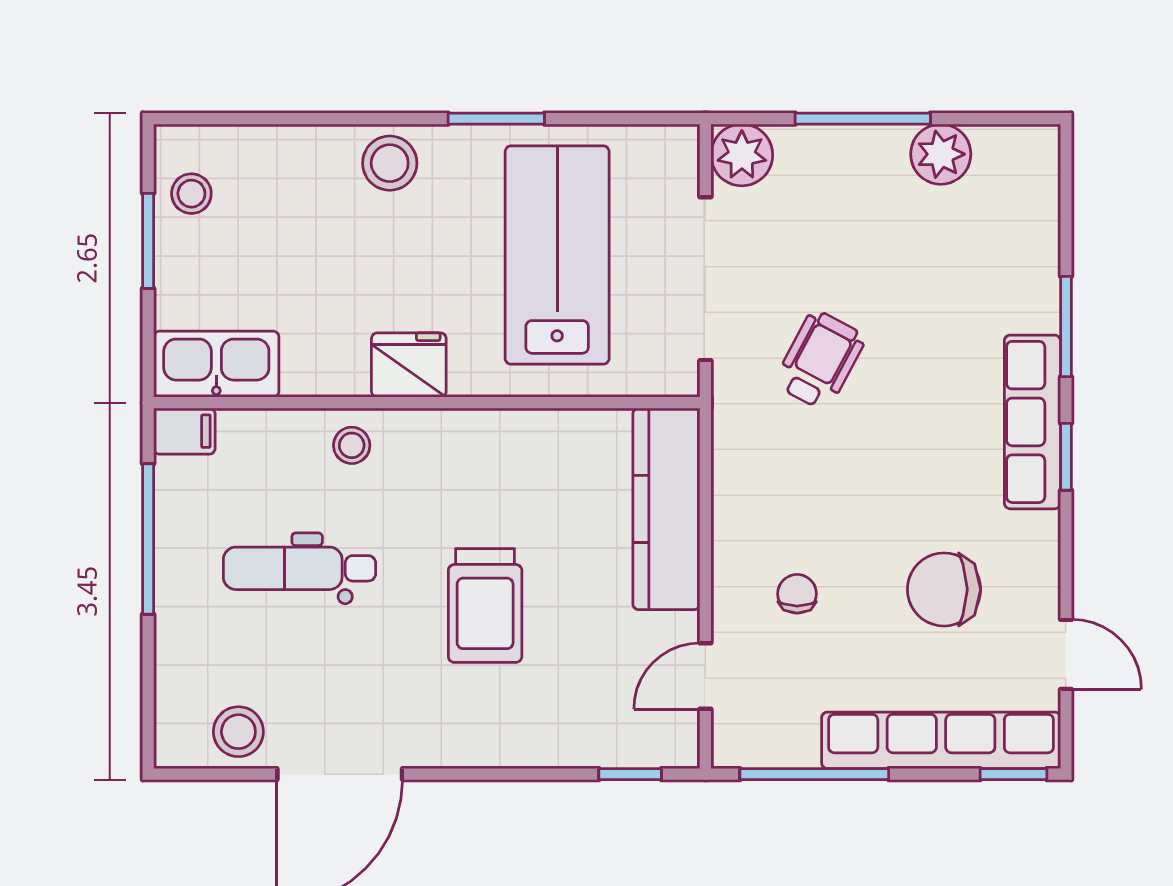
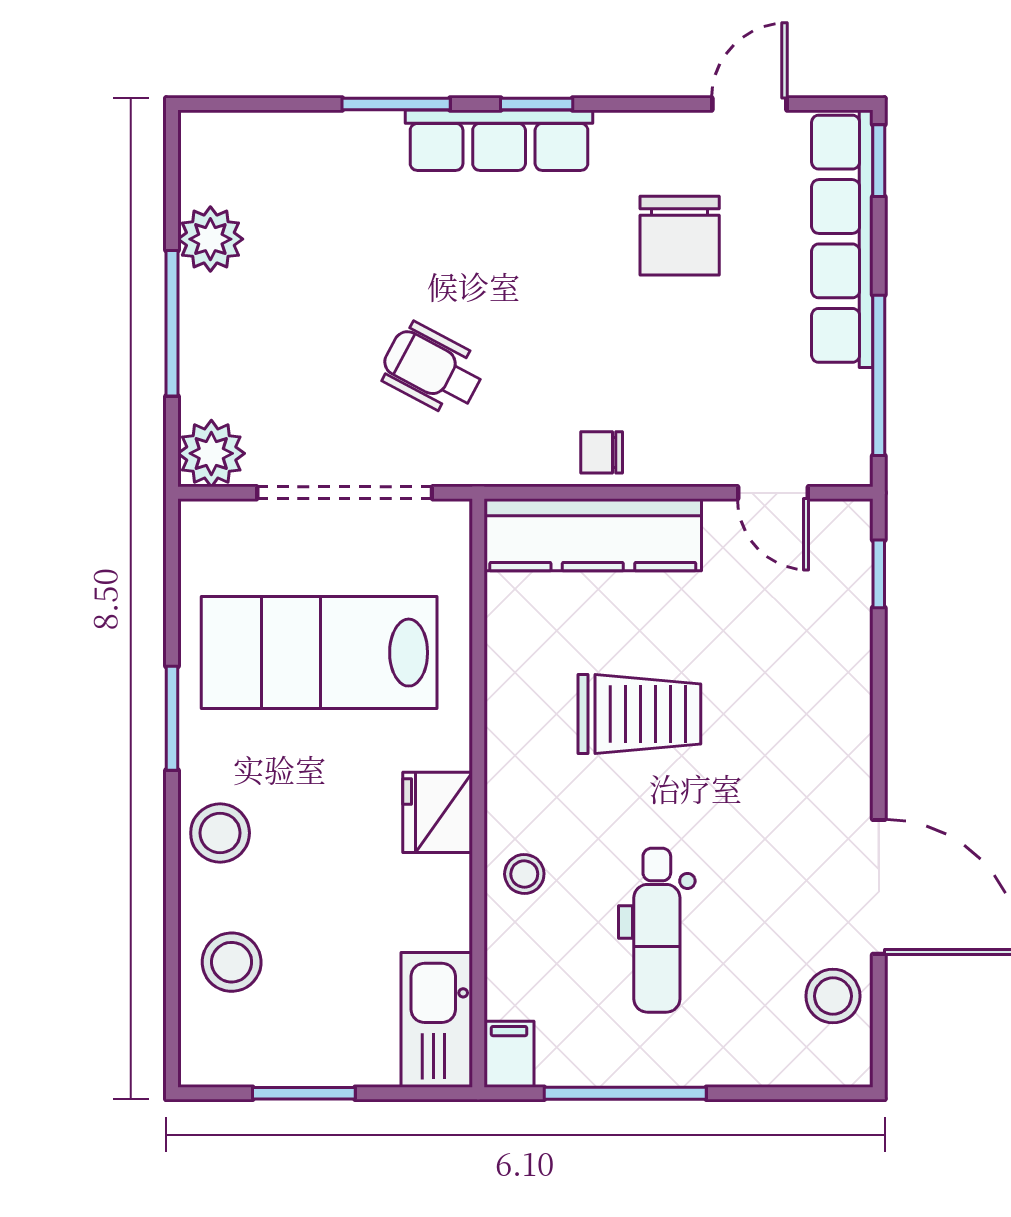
stool: (191, 194) -> (232, 962), moved, width x1.37, depth x1.37
chair: (797, 594) -> (602, 452), moved
trolley: (485, 605) -> (639, 714), moved

